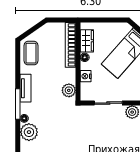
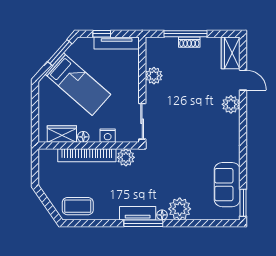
bookcase: (70, 45) -> (87, 155), moved
tv unit: (26, 88) -> (138, 213), moved
sliding door: (108, 103) -> (142, 121), moved

